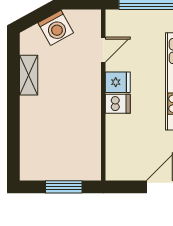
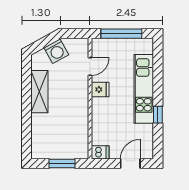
shelving: (29, 75) -> (39, 92), width x1.50, depth x1.33
dishwasher: (118, 104) -> (100, 152), moved

